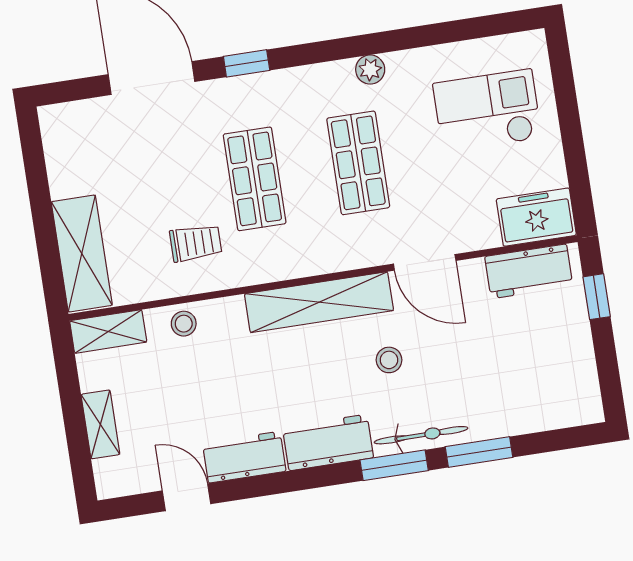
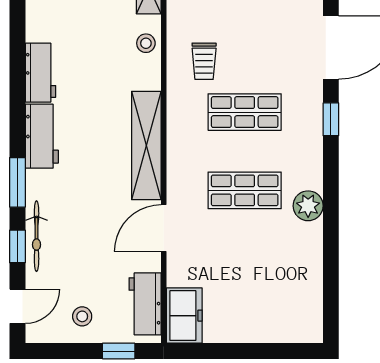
plant: (370, 70) -> (308, 206), width x1.38, depth x1.38
checkout: (487, 111) -> (268, 292), removed
stool: (389, 360) -> (82, 316), moved
bicycle: (421, 435) -> (37, 236), moved
window: (479, 452) -> (17, 246), width x0.67
door: (186, 497) -> (17, 306), moved

